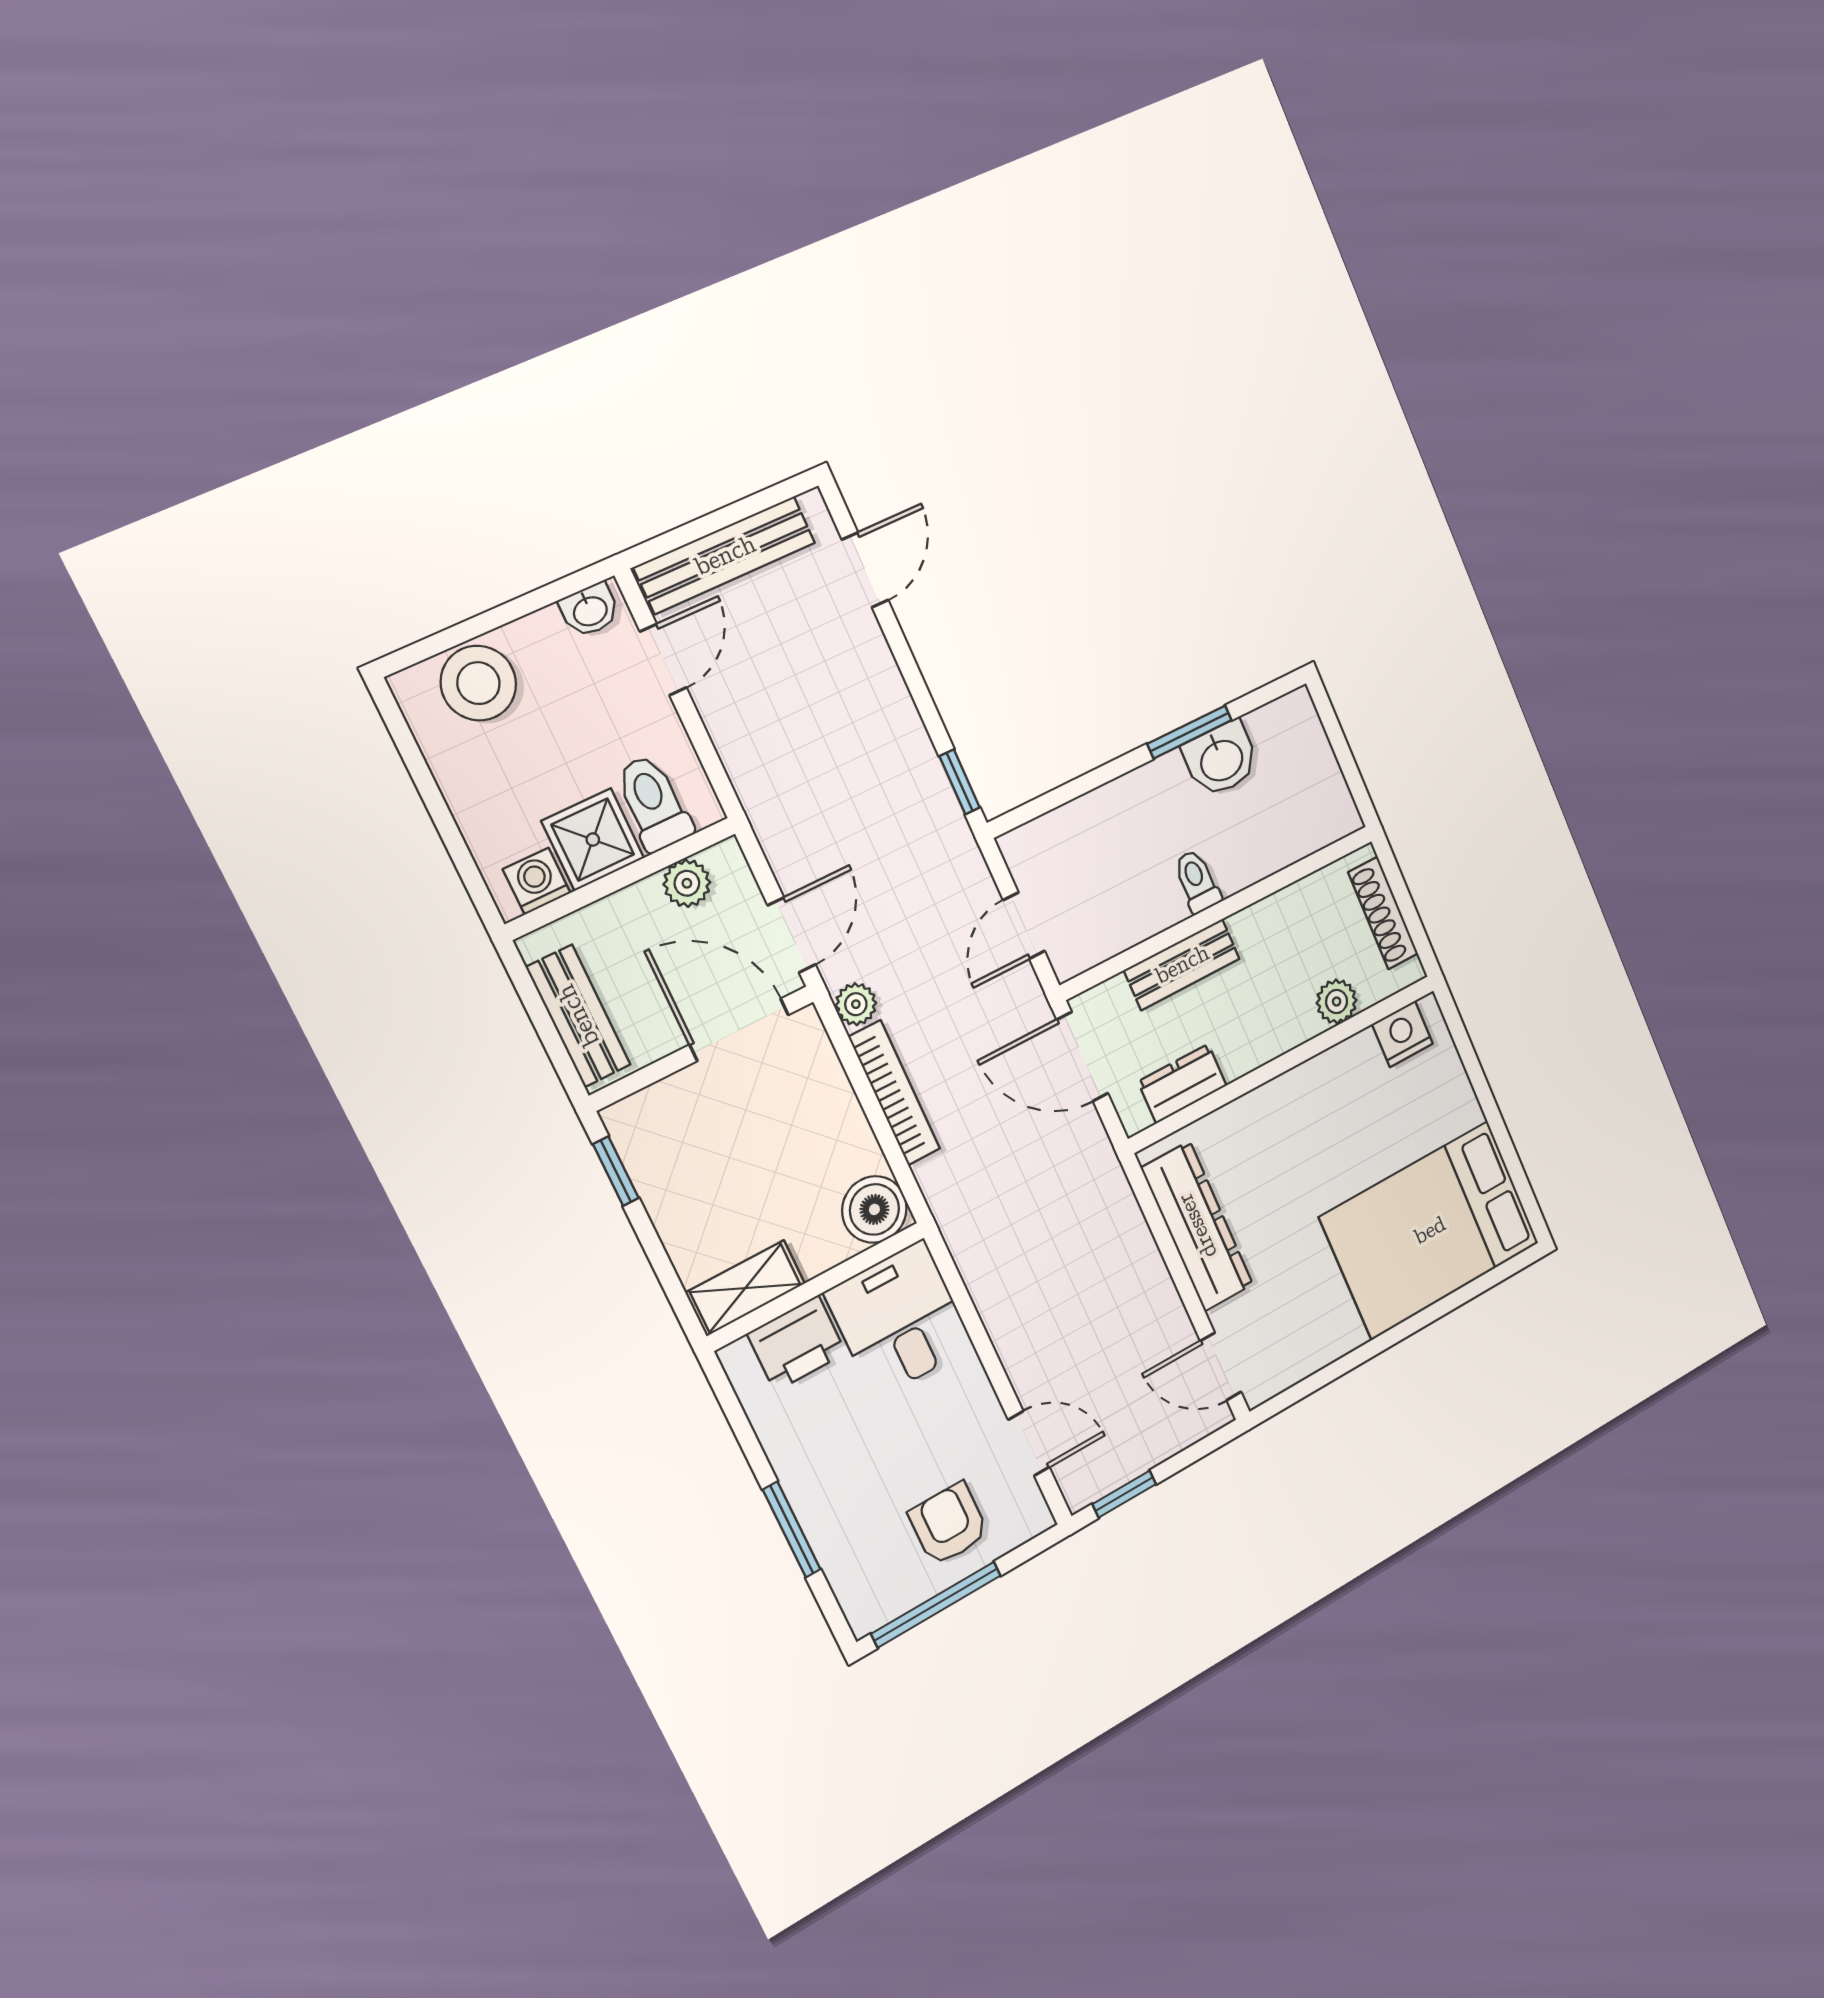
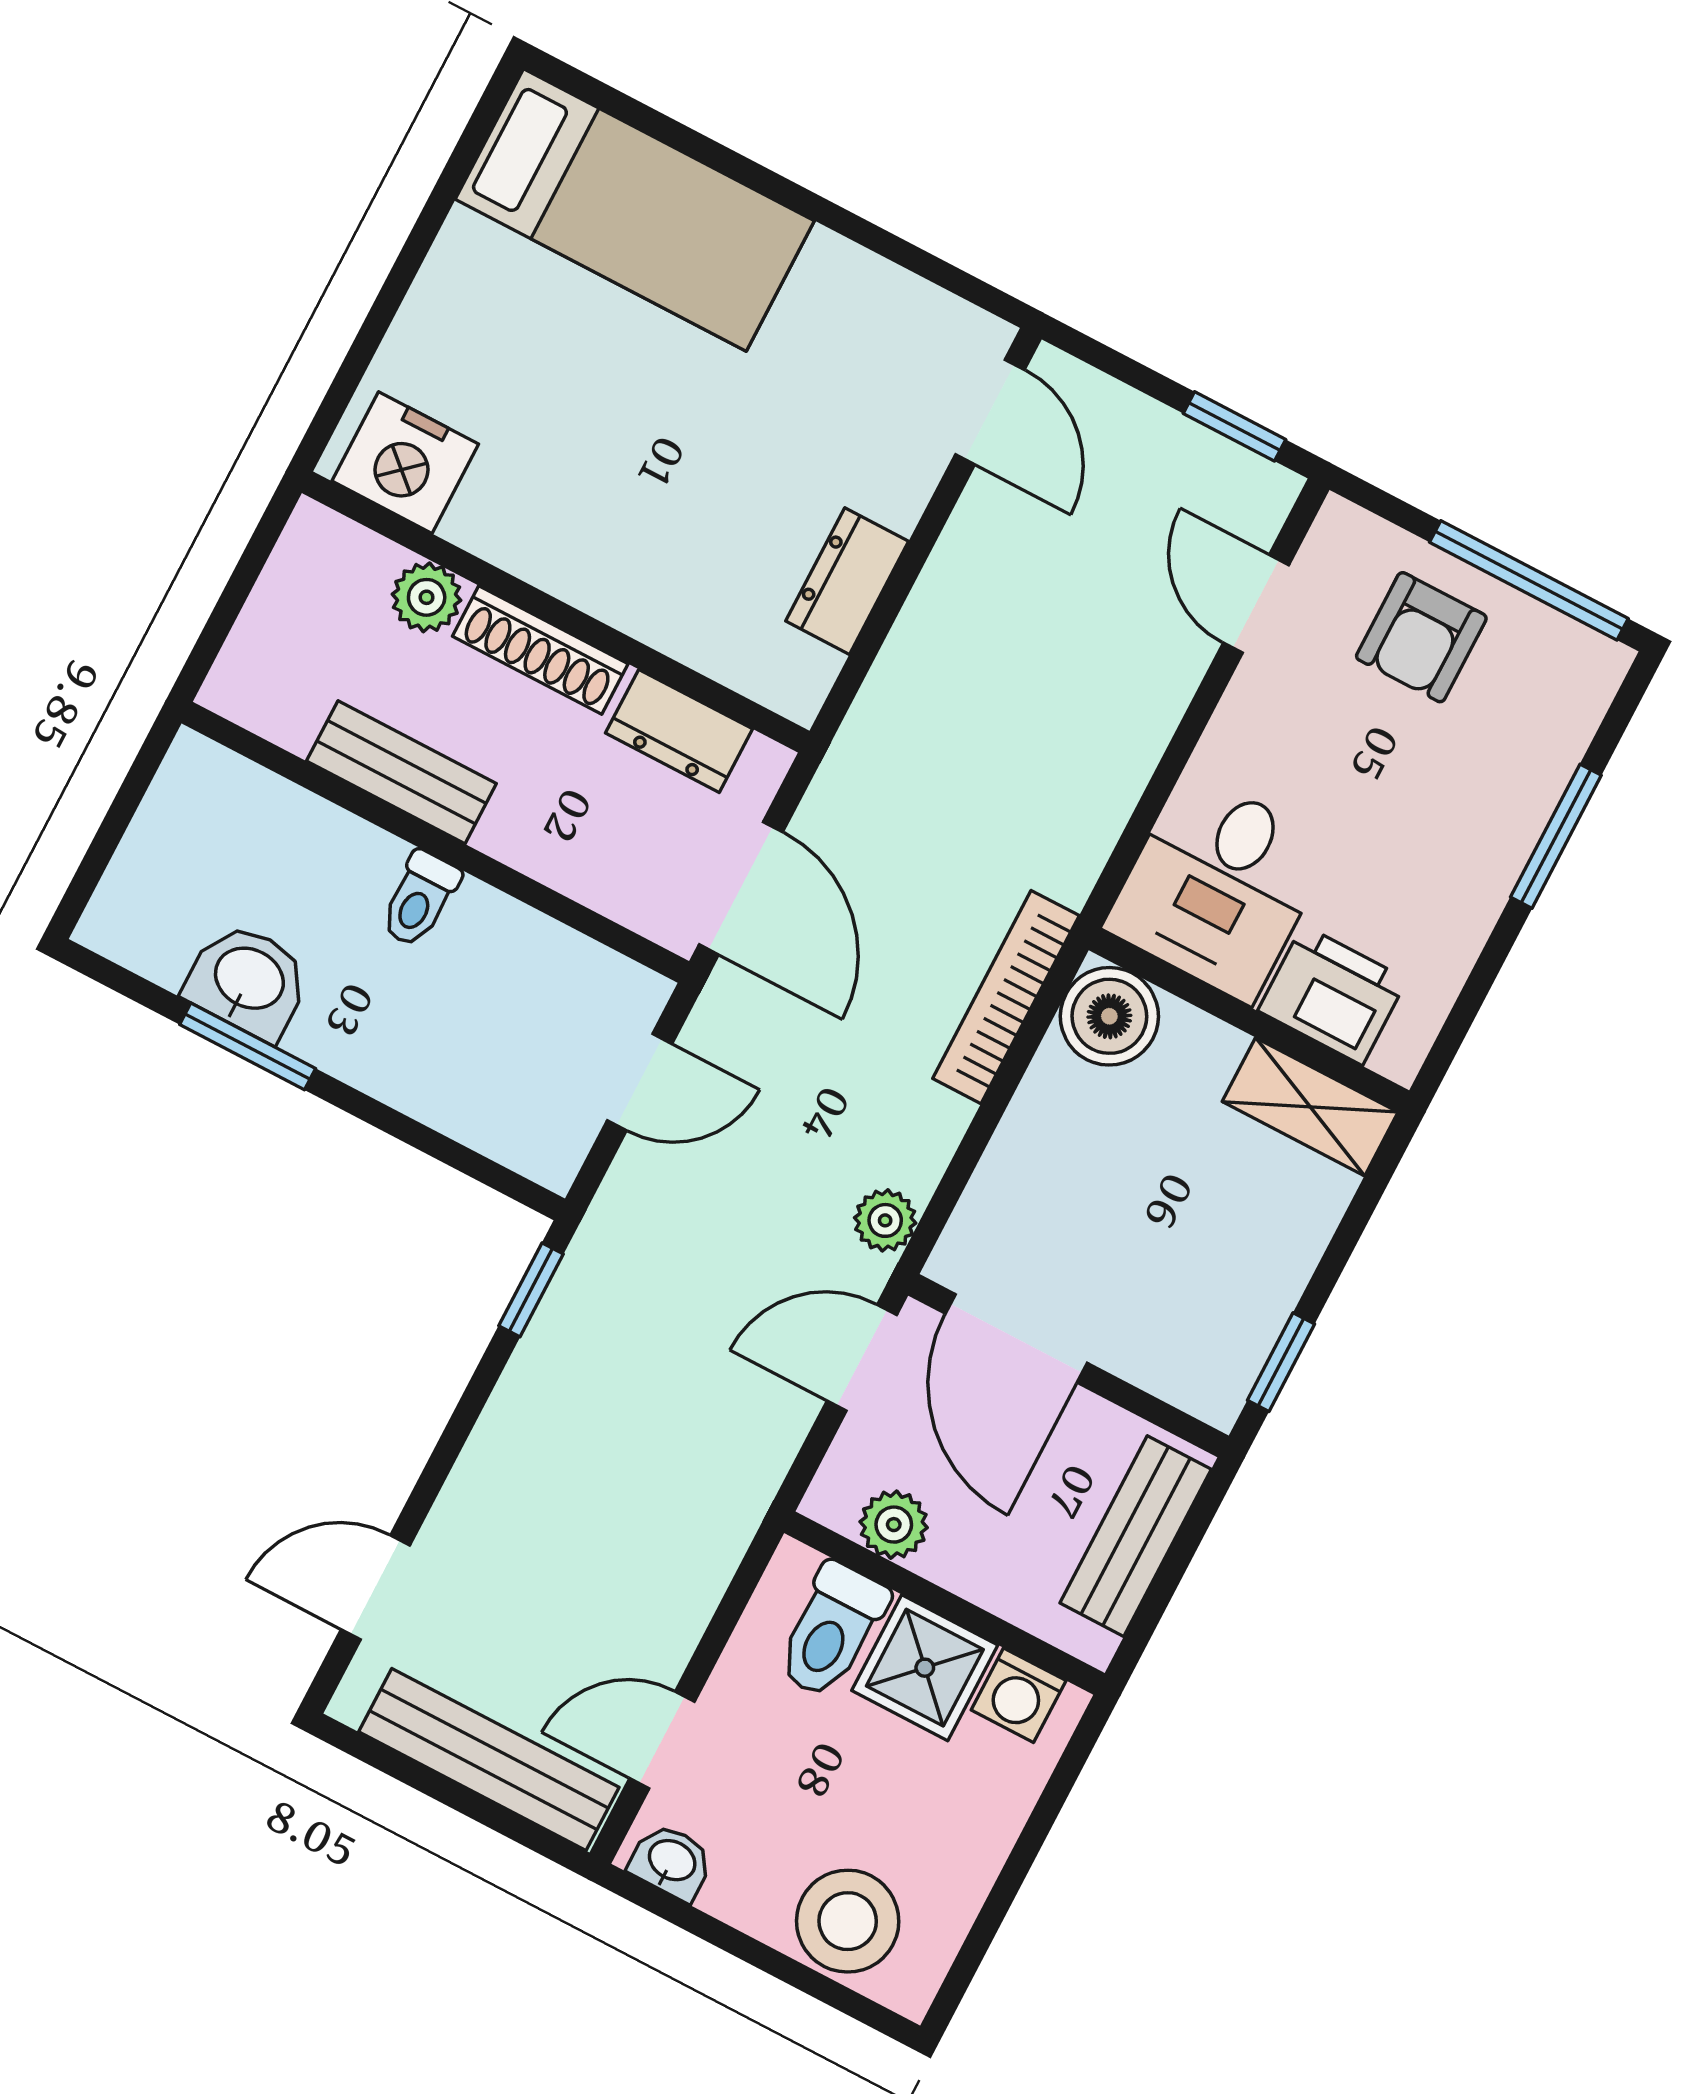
shoe rack: (1383, 913) -> (540, 650), moved, turned 90
bench: (1182, 964) -> (401, 772), moved
nightstand: (1402, 1034) -> (405, 463), width x1.36, depth x1.33
bookcase: (894, 1093) -> (1006, 997), moved
dresser: (1197, 1226) -> (847, 581), width x0.51, depth x0.80
bed: (1430, 1230) -> (635, 210), width x0.67

